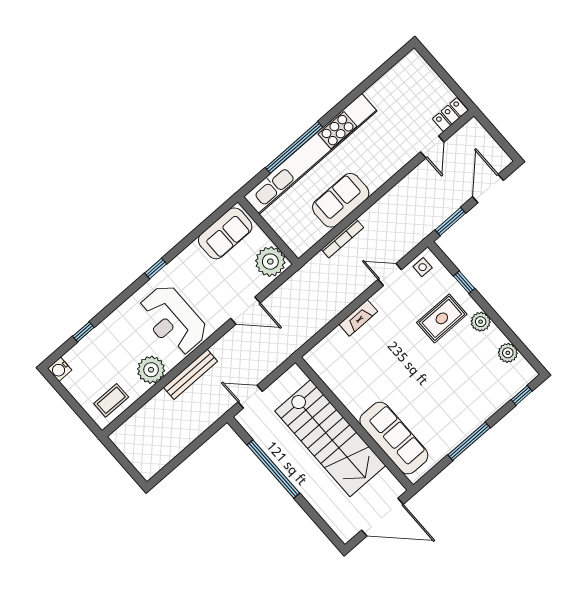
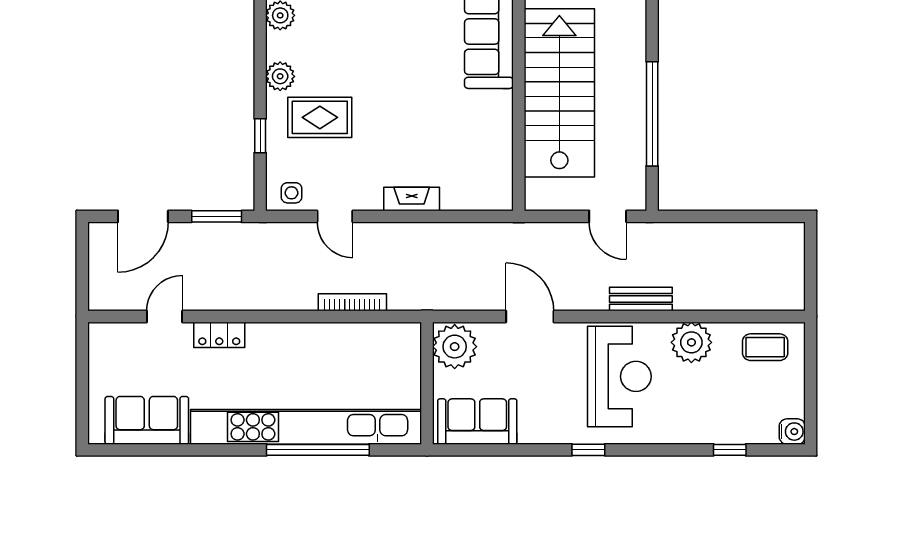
locker: (450, 115) -> (219, 335), moved
sofa: (341, 200) -> (147, 420), moved, turned 180
bench: (191, 374) -> (641, 299), width x0.73

